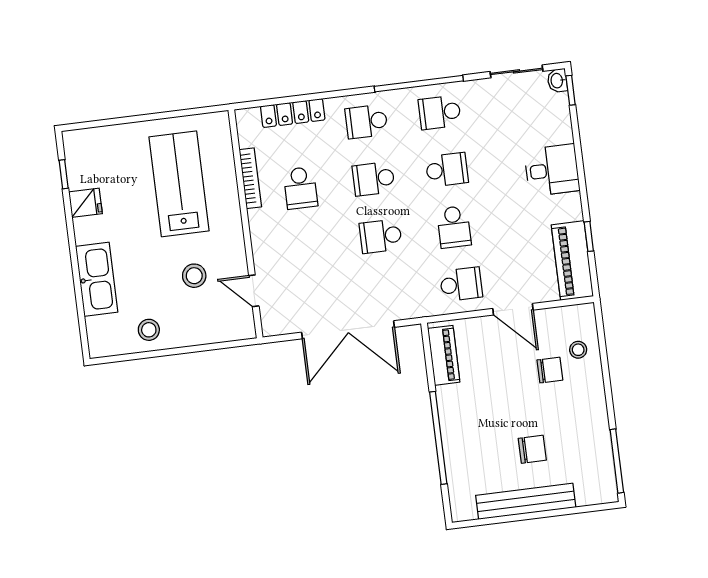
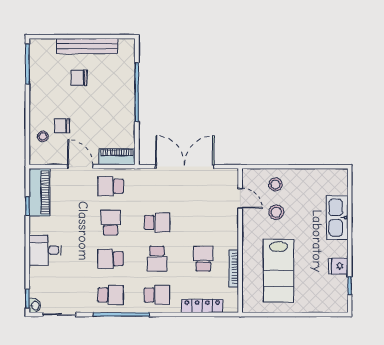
school desk: (374, 179) -> (157, 259), turned 90
stool: (149, 330) -> (275, 184), moved
piano: (444, 355) -> (117, 157), moved, turned 90

